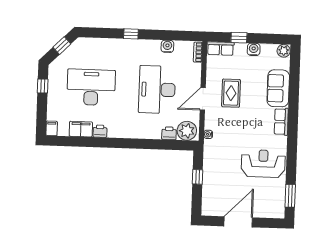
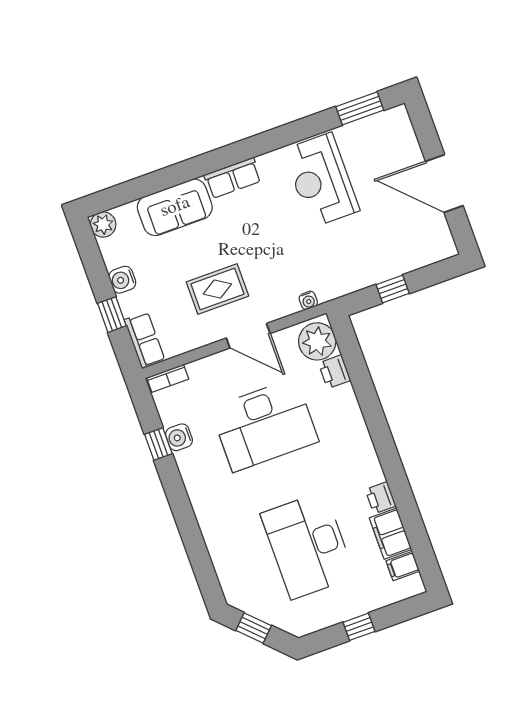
window: (131, 34) -> (158, 444), moved
window: (43, 86) -> (359, 627), moved
filing cabinet: (52, 128) -> (403, 566), moved

